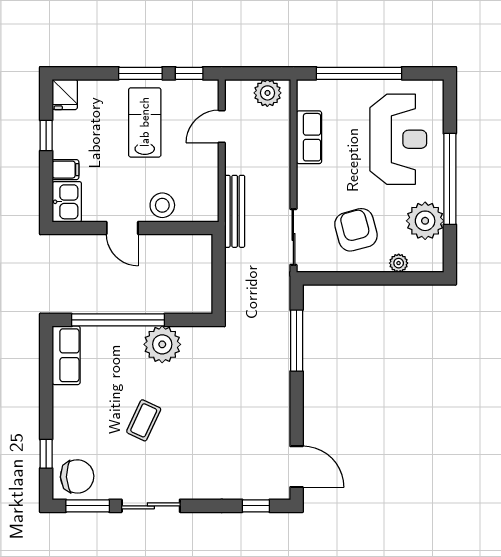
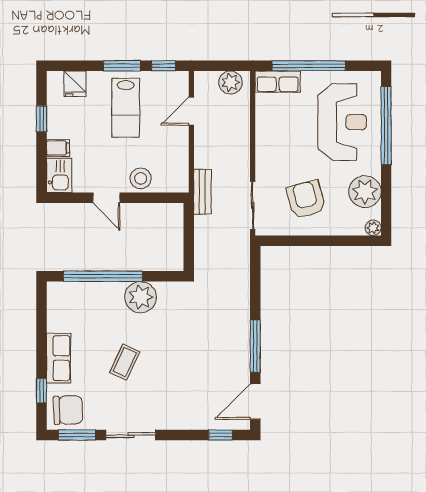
fridge: (65, 94) -> (75, 84), moved
lab bench: (145, 122) -> (126, 108), turned 180
row of seats: (309, 137) -> (278, 82), moved, turned 90
window: (450, 179) -> (386, 126), moved
bench: (235, 211) -> (202, 192), width x0.73
plant: (399, 263) -> (373, 228), moved
window: (297, 341) -> (255, 346), moved
row of seats: (66, 355) -> (59, 358), moved
door: (297, 467) -> (255, 402), swing flipped

